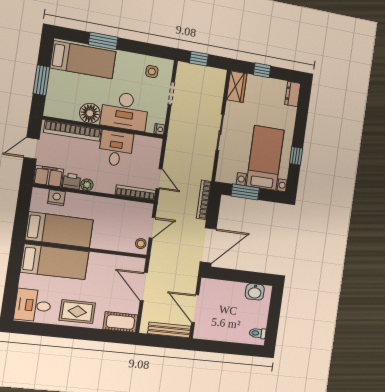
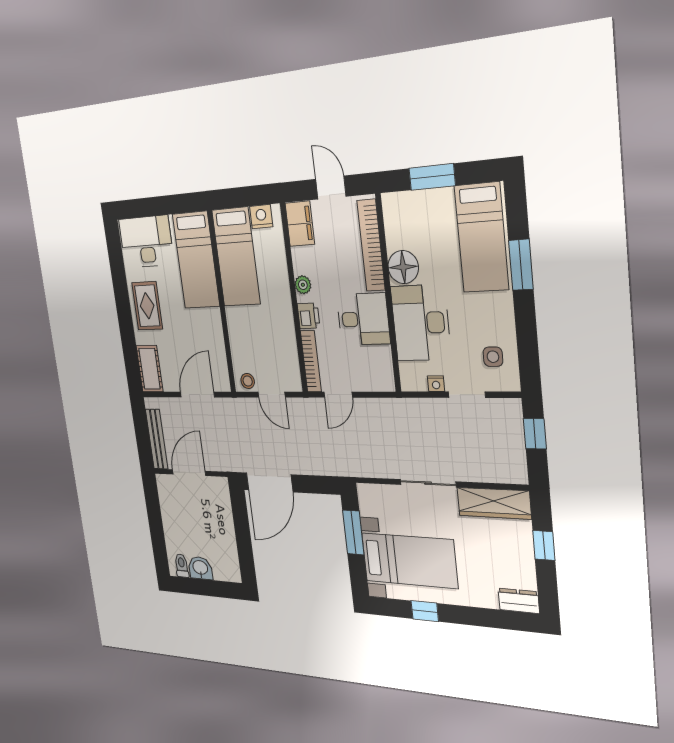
wardrobe: (237, 87) -> (494, 503), width x1.50
nightstand: (159, 129) -> (436, 384), moved
printer: (72, 181) -> (309, 316), moved
nightstand: (57, 198) -> (261, 217), moved, turned -90
bookcase: (204, 200) -> (327, 468), removed
door: (208, 245) -> (269, 482), hinge flipped
washbasin: (255, 292) -> (200, 568), moved, turned 90
desk: (33, 305) -> (146, 242), width x1.37

